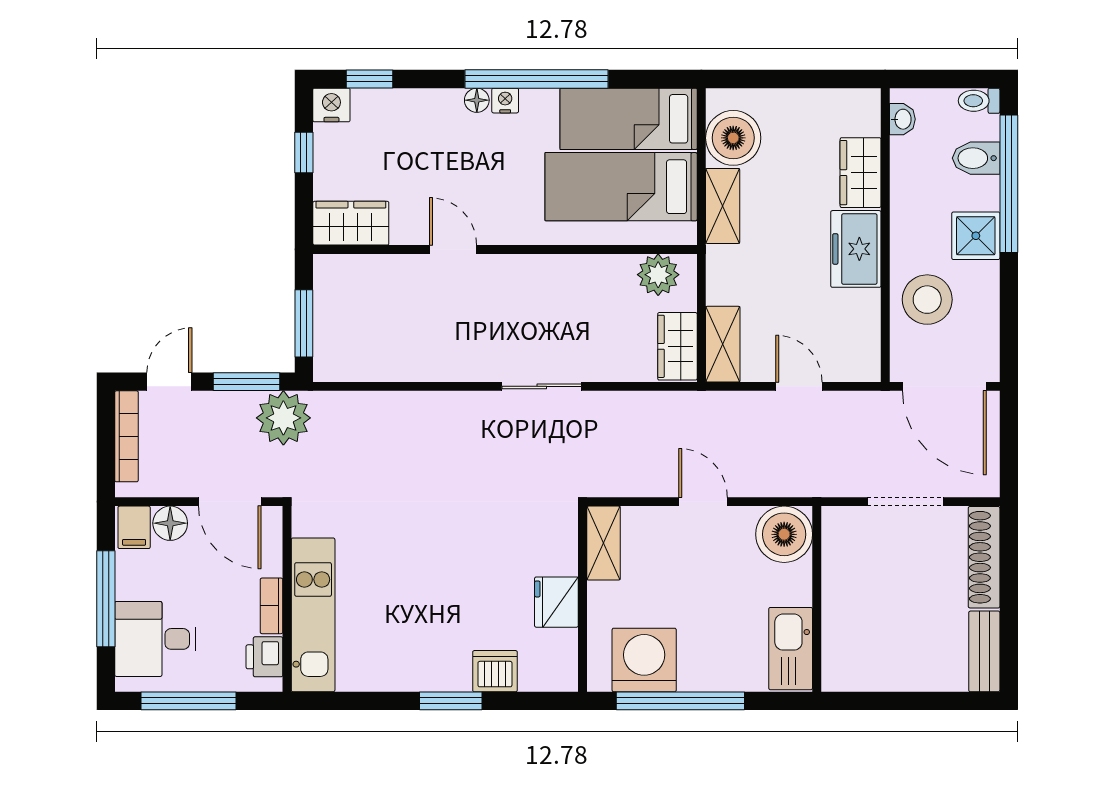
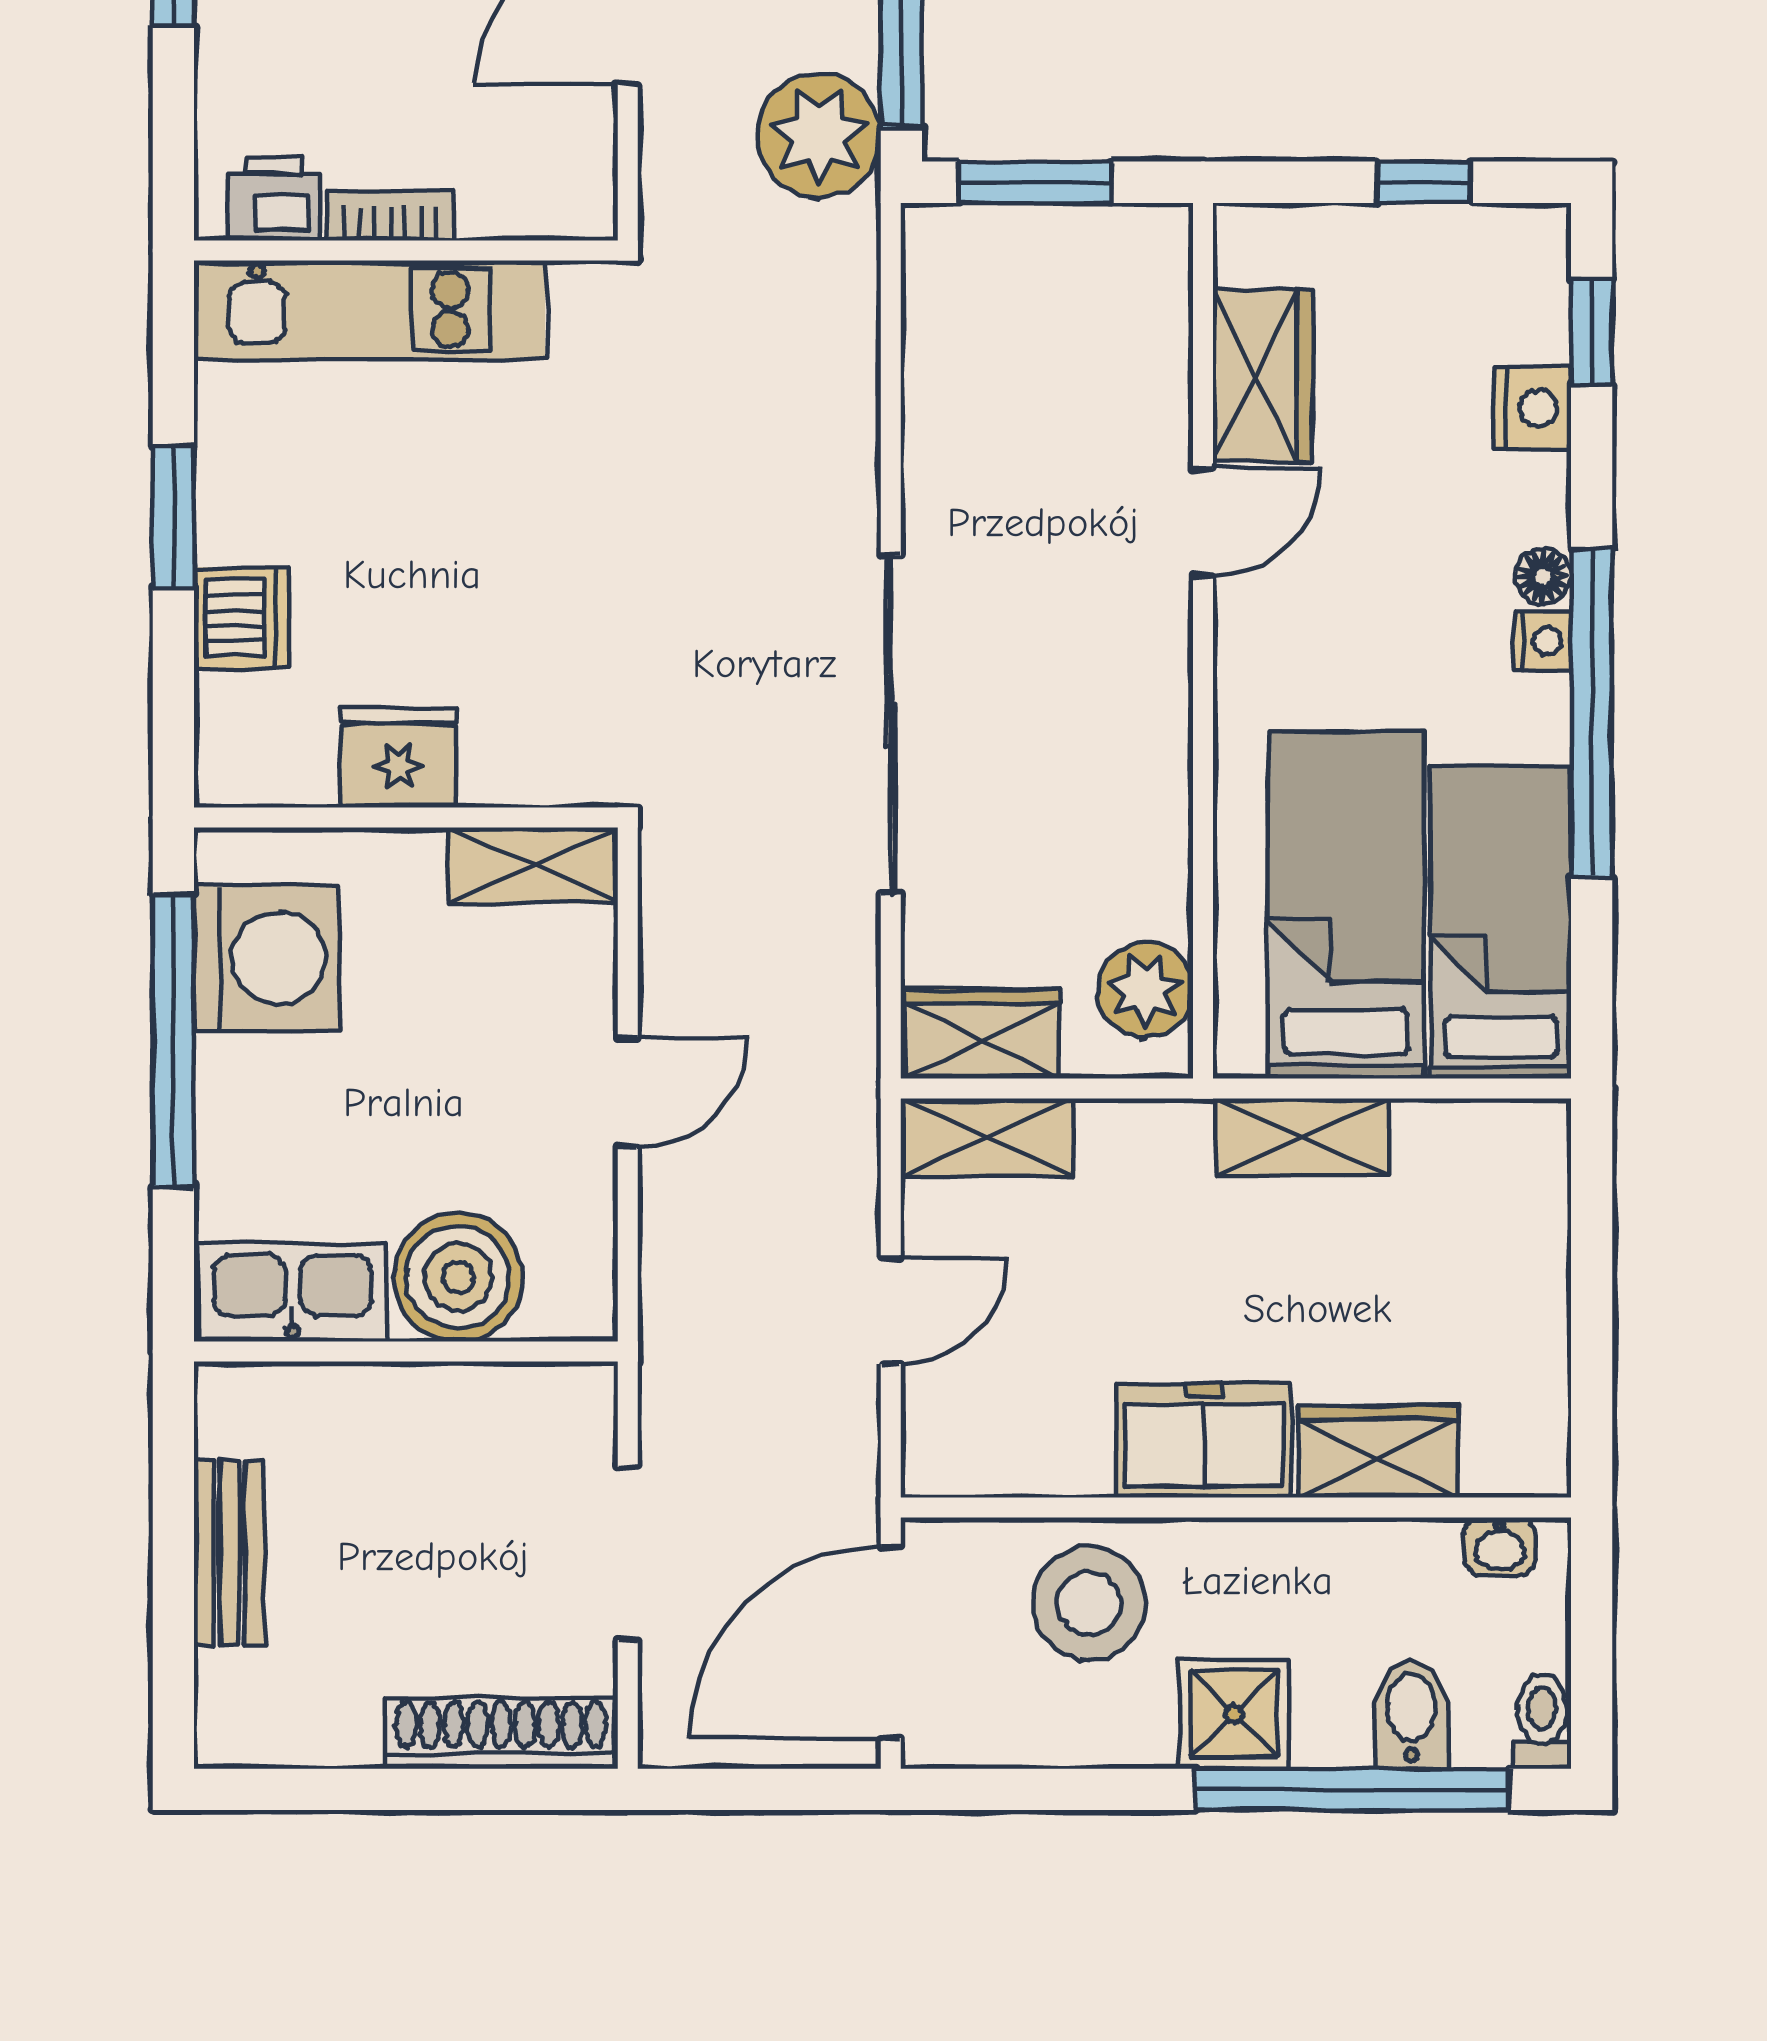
nightstand: (331, 105) -> (1532, 408), moved
boiler: (733, 138) -> (1457, 1161), removed
wardrobe: (351, 223) -> (1263, 375), moved
sliding door: (542, 386) -> (891, 724), width x1.86
boiler: (784, 534) -> (458, 1277), moved
wall: (287, 599) -> (406, 250), moved
bookcase: (272, 606) -> (390, 215), moved
kitchen unit: (313, 615) -> (370, 310), moved
bench: (984, 651) -> (229, 1553), moved, turned 90
printer: (264, 657) -> (274, 199), moved

